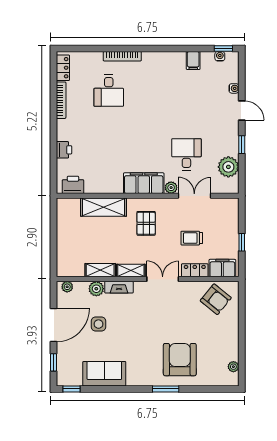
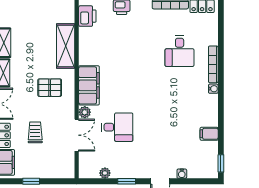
water cooler: (220, 56) -> (213, 89), moved
desk: (109, 91) -> (180, 51), turned -90
plant: (228, 167) -> (105, 173), width x0.53, depth x0.53

